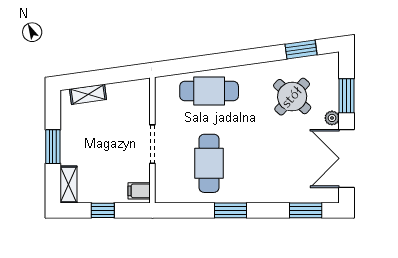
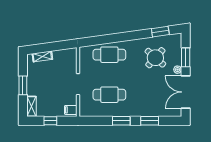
cafe table: (209, 163) -> (109, 95), turned 90
window: (306, 210) -> (150, 121), moved

